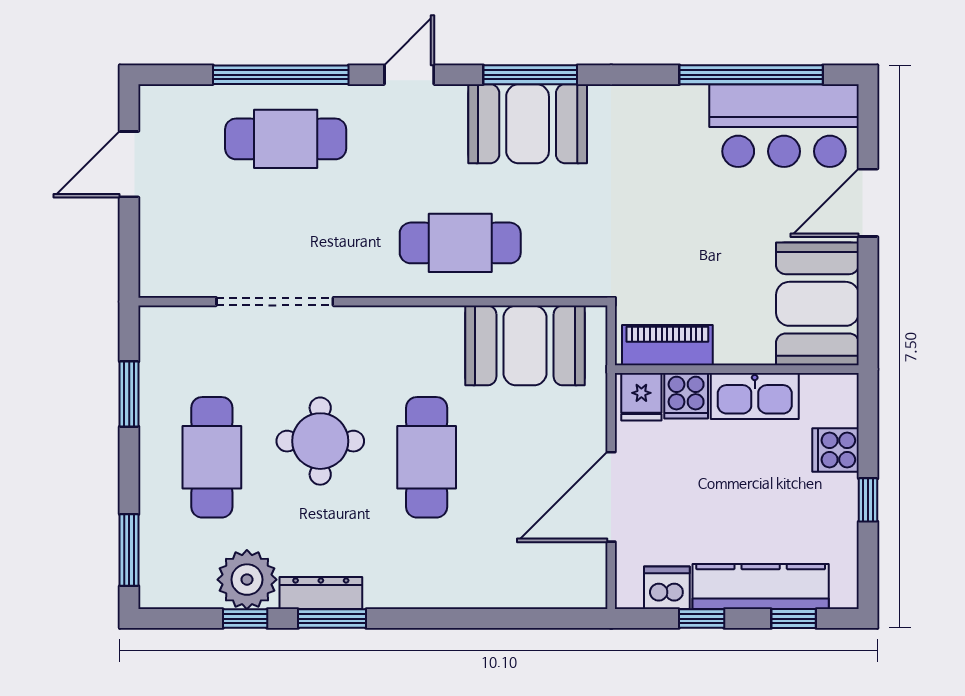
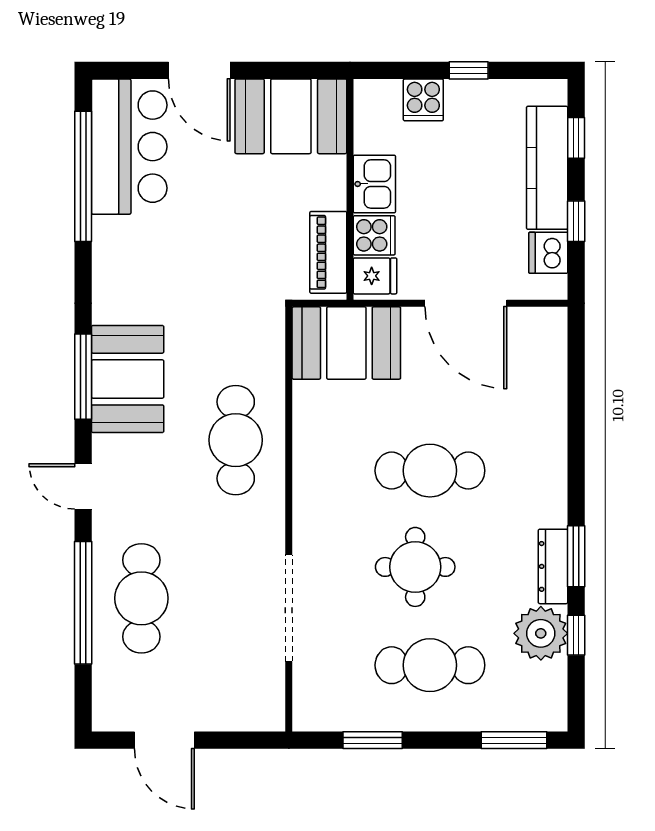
booth: (525, 345) -> (346, 343), moved, turned 90
kitchen sink: (755, 396) -> (374, 184), width x0.73

